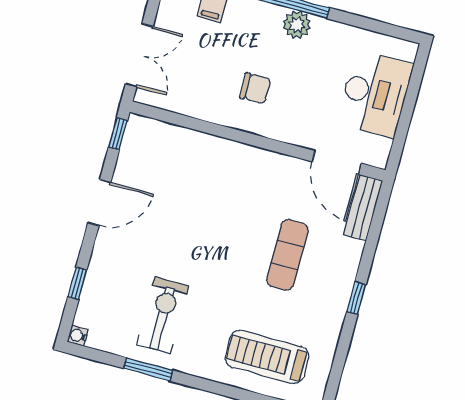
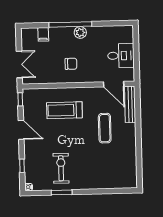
desk: (375, 93) -> (121, 56), width x0.73
door: (99, 203) -> (21, 130), hinge flipped
bench: (363, 208) -> (130, 104), width x1.36
window: (356, 298) -> (138, 137), removed
treadmill: (267, 357) -> (64, 110), moved

